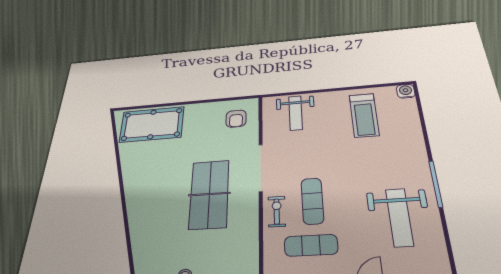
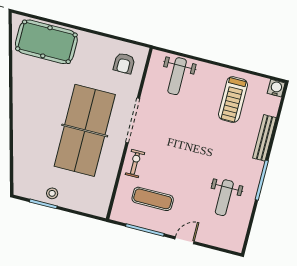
bench: (417, 140) -> (264, 138), added
table tennis table: (209, 194) -> (85, 130), width x1.36, depth x1.32
exercise mat: (312, 201) -> (165, 164), removed
weight bench: (399, 217) -> (224, 198), width x0.73, depth x0.75

